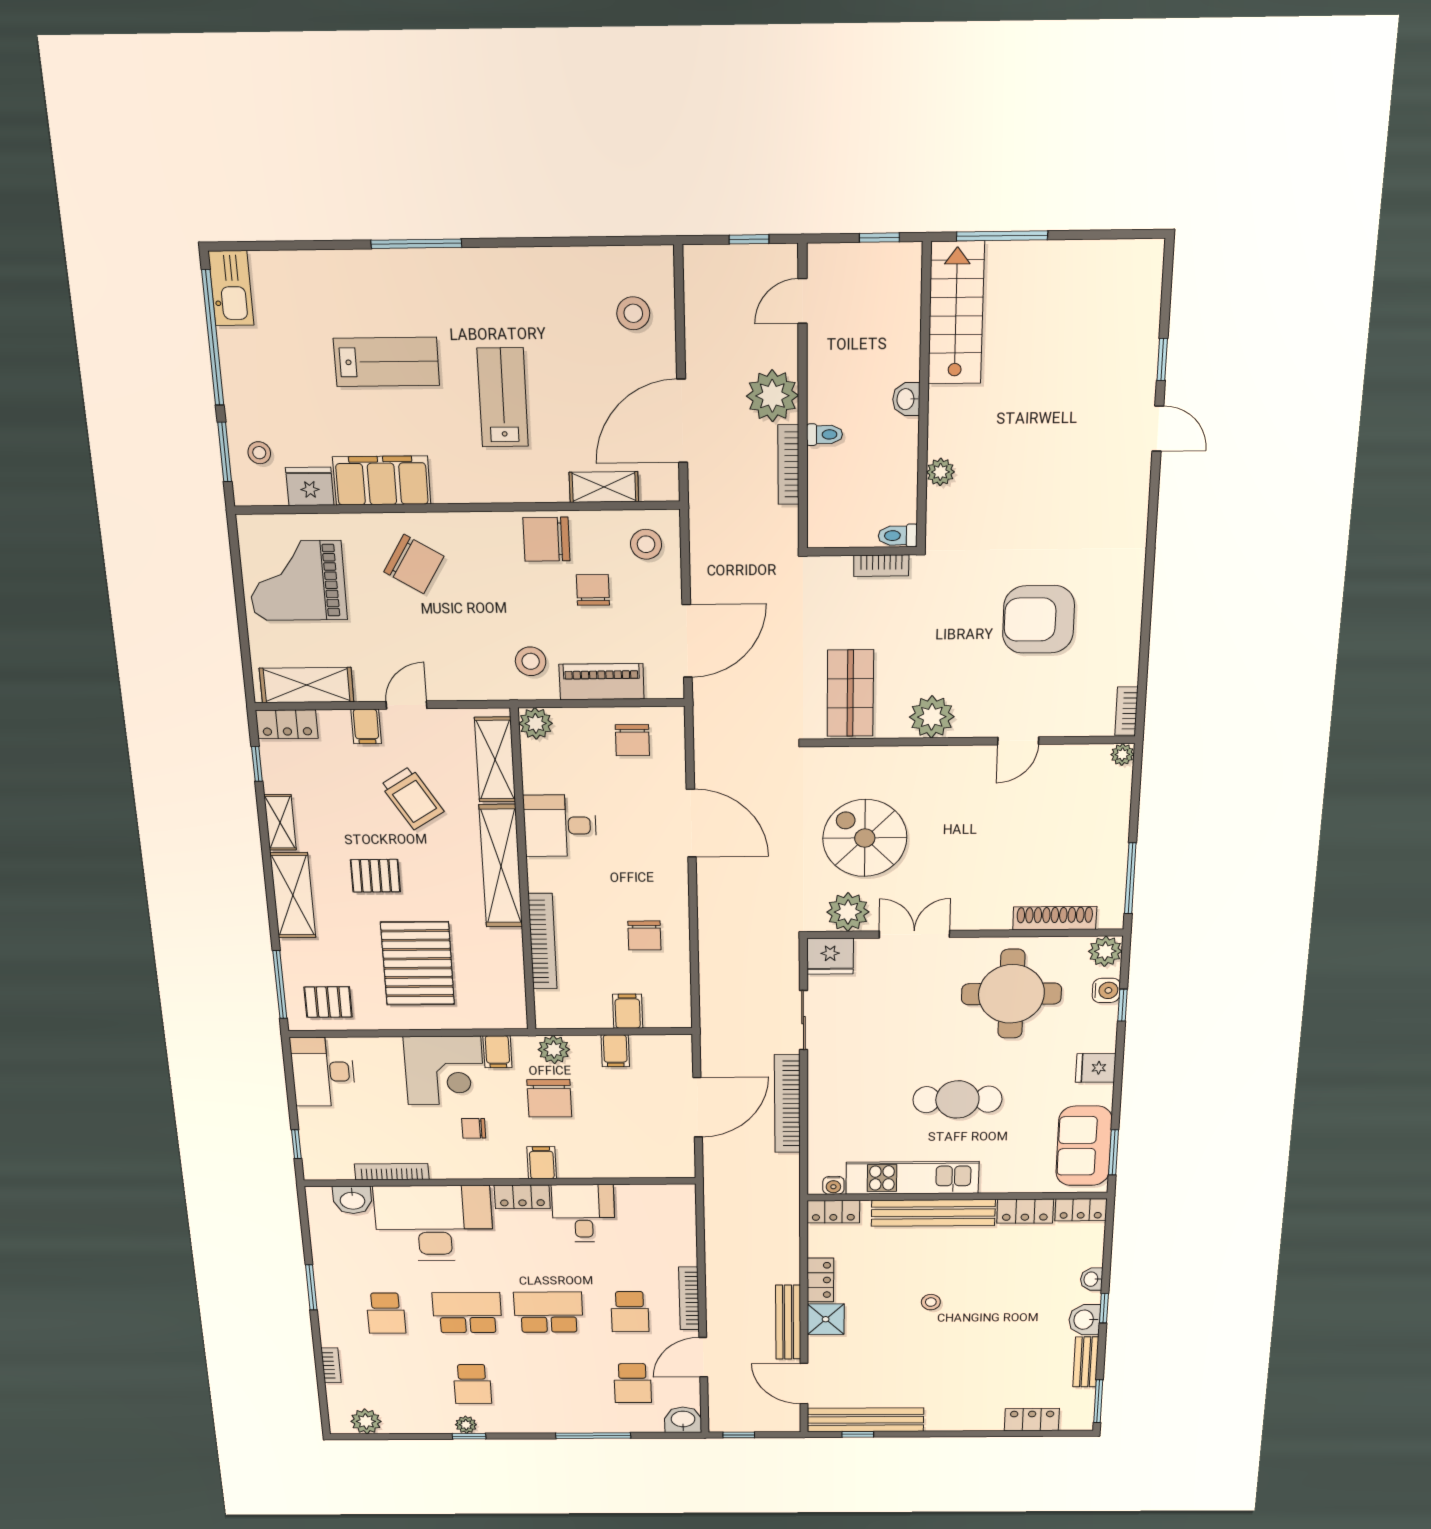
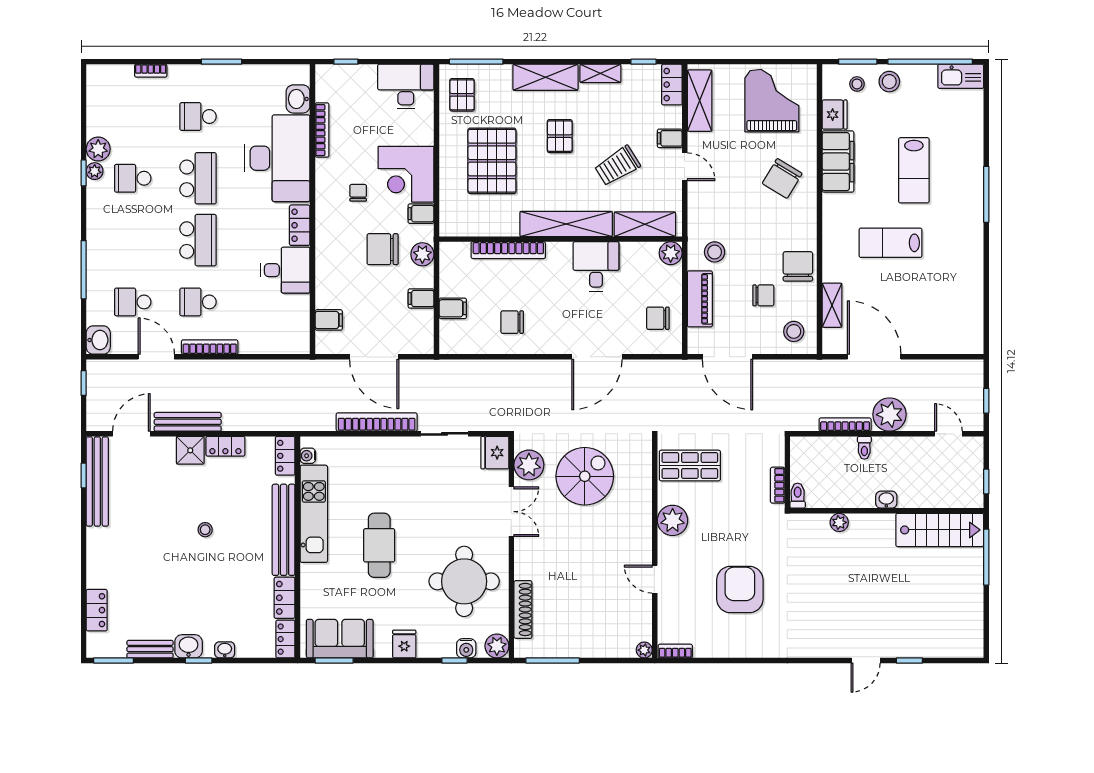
stool: (633, 313) -> (889, 82), moved
lab bench: (503, 398) -> (890, 243), turned 180
pallet: (418, 963) -> (492, 161), turned 90
filing cabinet: (542, 1163) -> (329, 320), moved
plant: (366, 1421) -> (98, 149), moved

